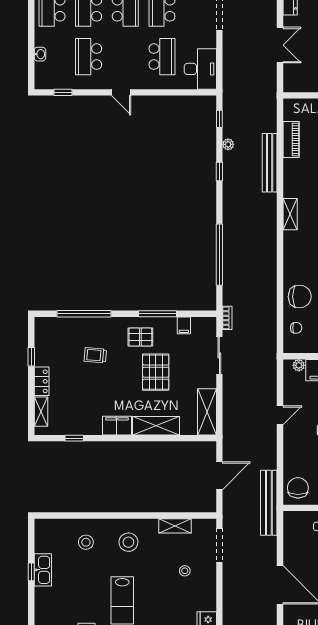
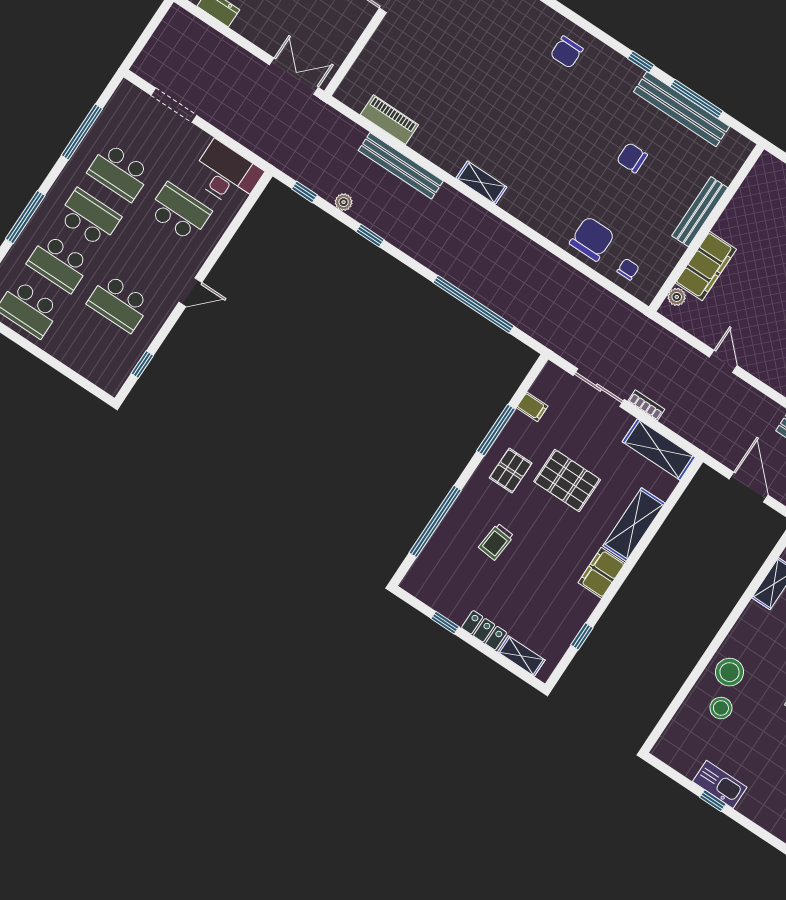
double door: (280, 45) -> (294, 76), moved
washbasin: (40, 54) -> (76, 362), removed
bookcase: (227, 318) -> (646, 405), moved
stool: (128, 542) -> (730, 672), moved

